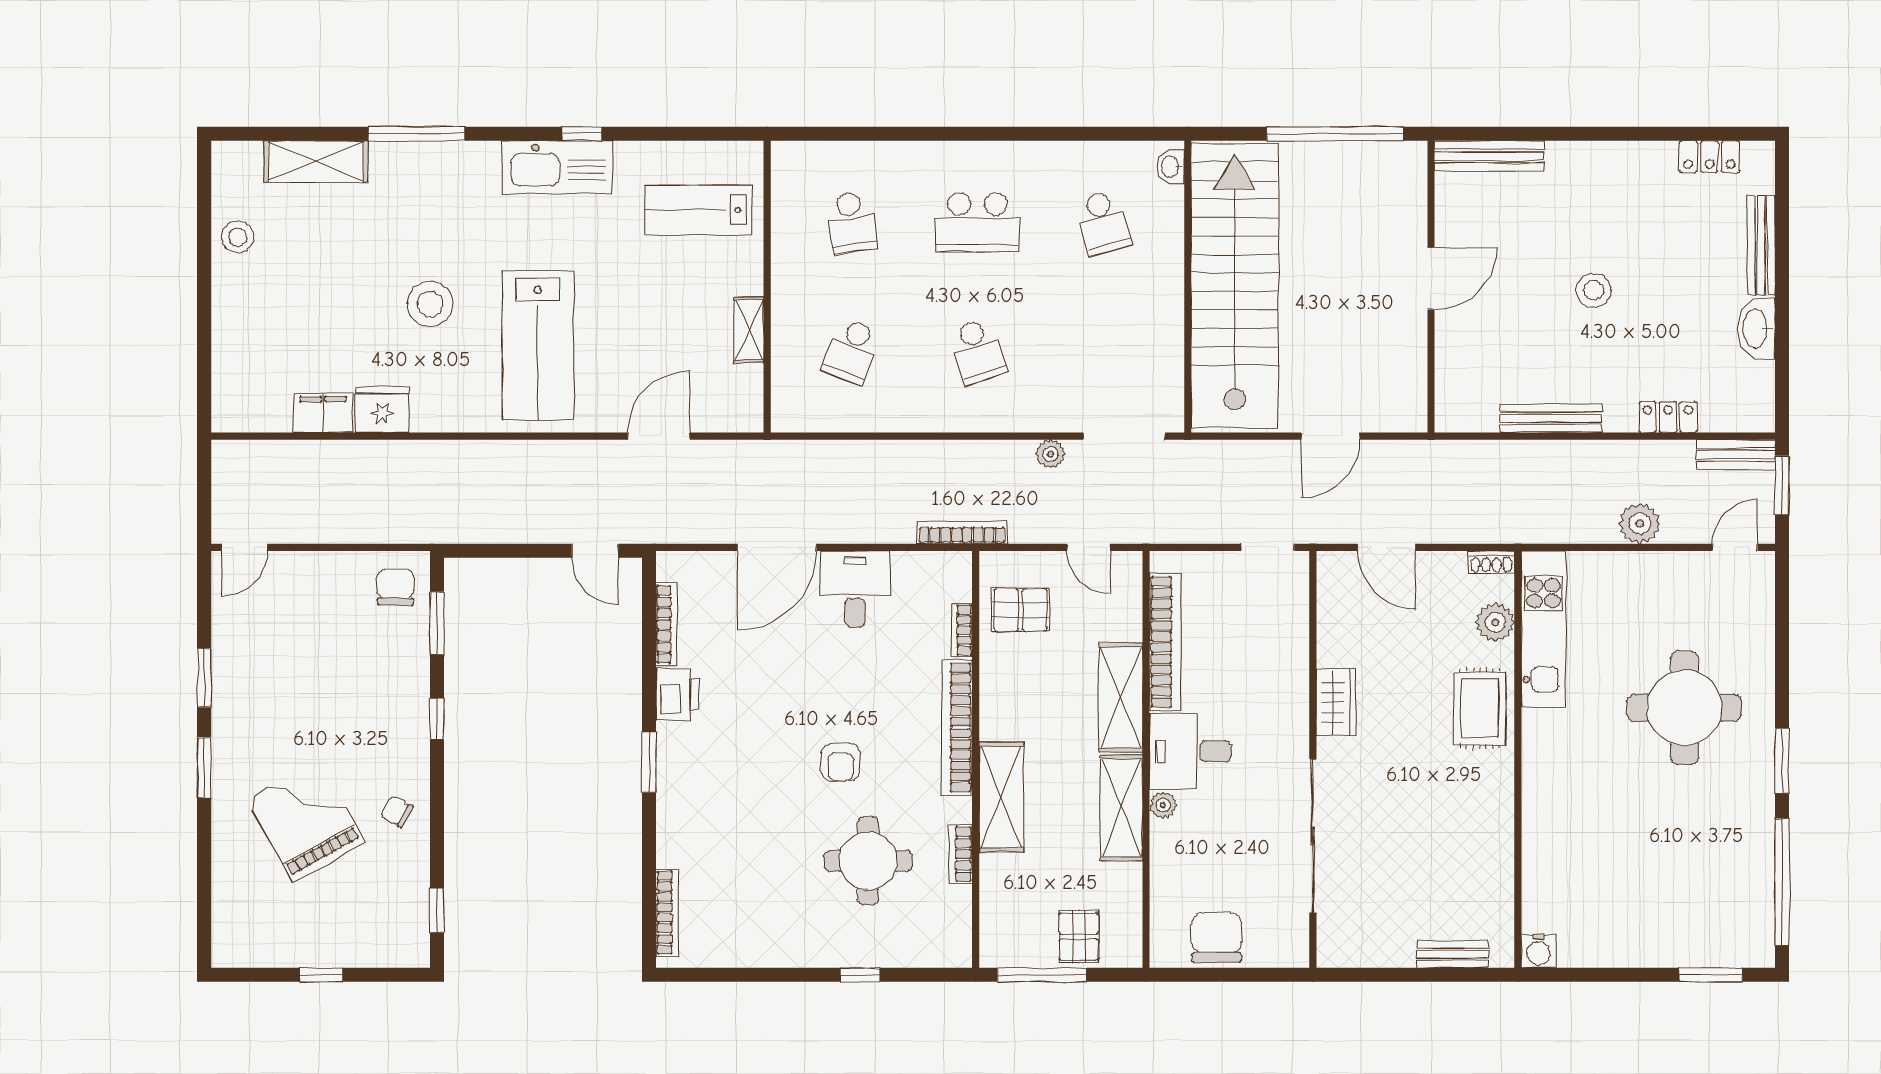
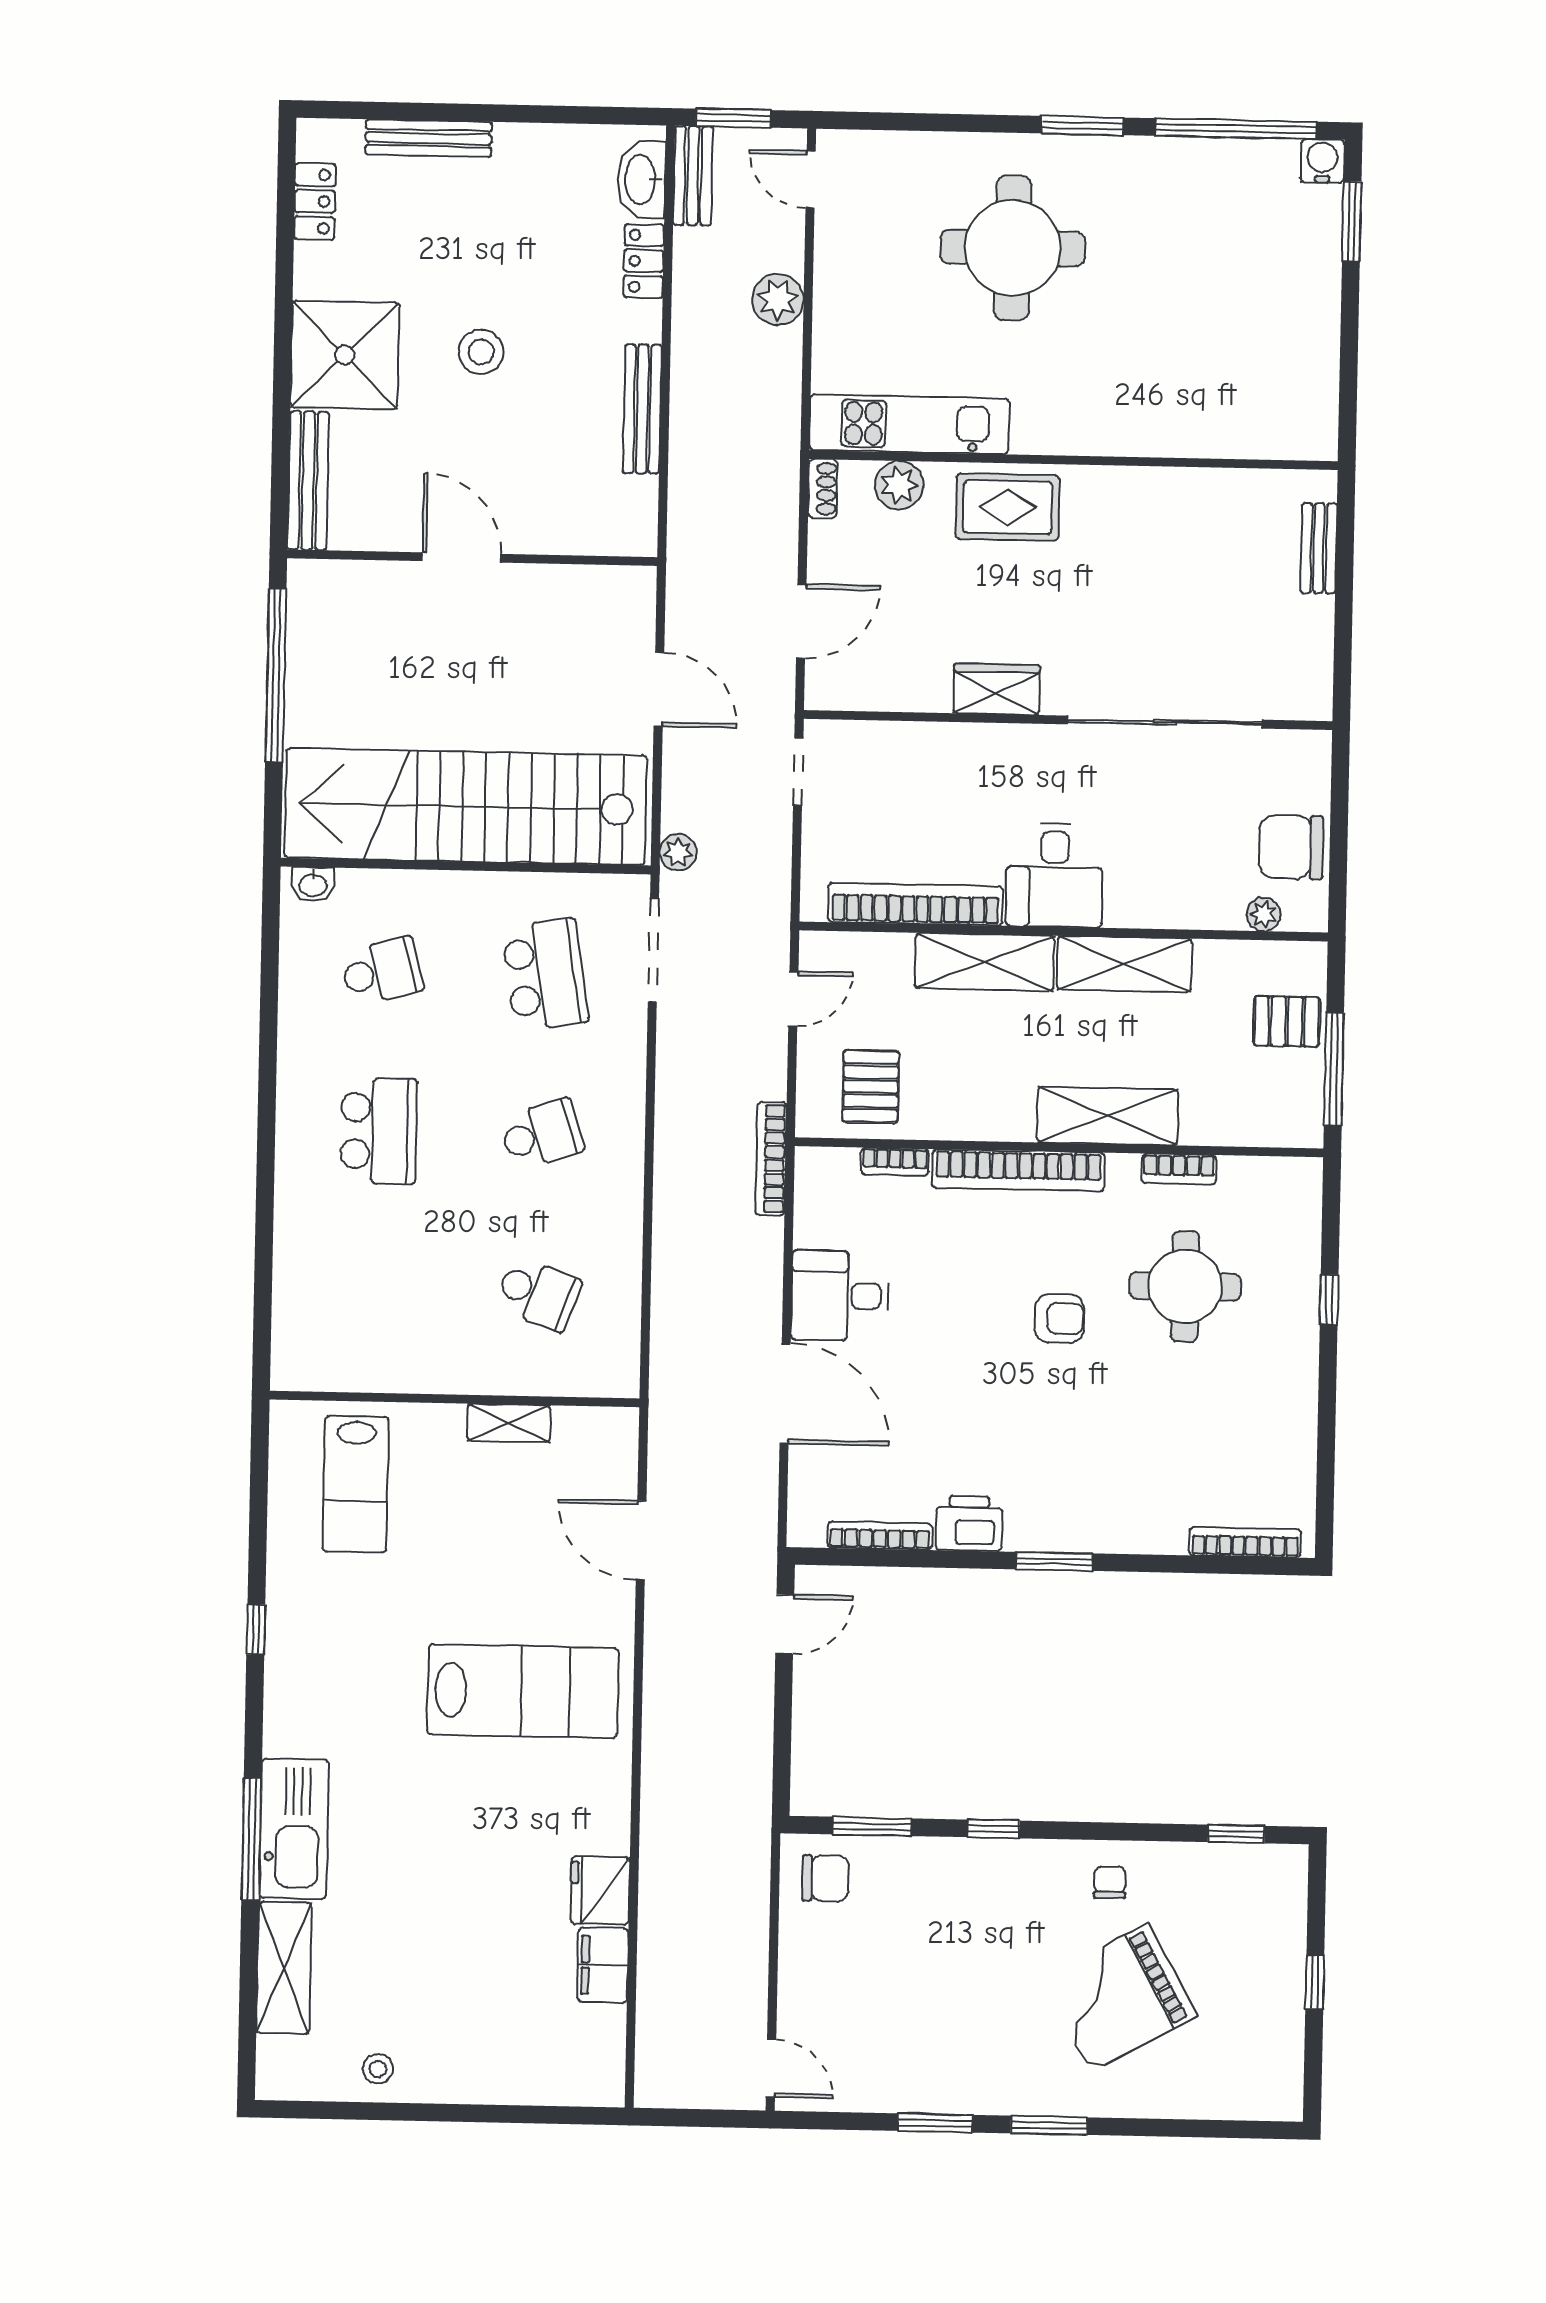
kitchen sink: (557, 167) -> (294, 1829), moved
shower: (1589, 183) -> (345, 355), added
school desk: (852, 222) -> (545, 975), moved, width x1.85
stool: (238, 237) -> (378, 2069), width x0.73, depth x0.73
stool: (430, 304) -> (468, 1827), removed
washbasin: (1756, 328) -> (641, 179), moved, turned 90
plant: (1050, 454) -> (678, 852), moved
chair: (395, 587) -> (826, 1878), turned 180
plant: (1163, 805) -> (1264, 914), moved
chair: (397, 811) -> (1110, 1882), turned 151
water cooler: (1538, 951) -> (1322, 161), moved, turned -90

